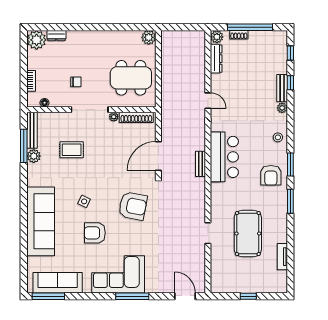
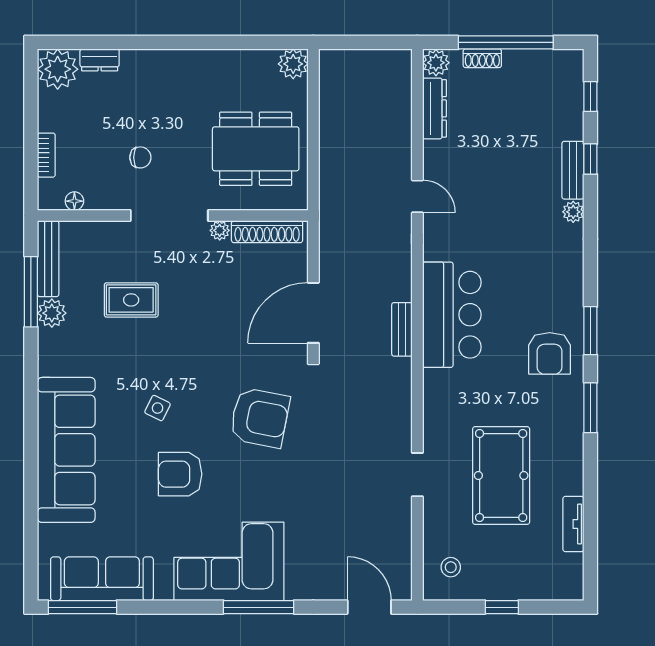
stool: (278, 137) -> (451, 567), moved

